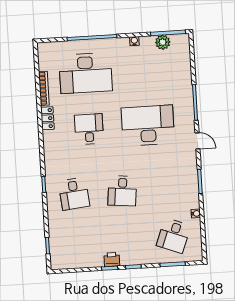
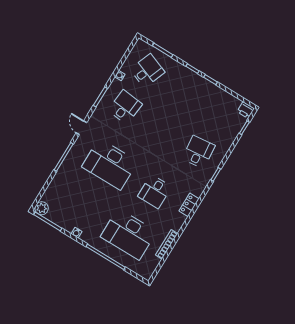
plant: (163, 42) -> (42, 208), moved
desk: (86, 73) -> (128, 234), turned 180
locker: (47, 118) -> (189, 205), moved
desk: (122, 191) -> (125, 107), moved
printer: (112, 260) -> (246, 110), moved

